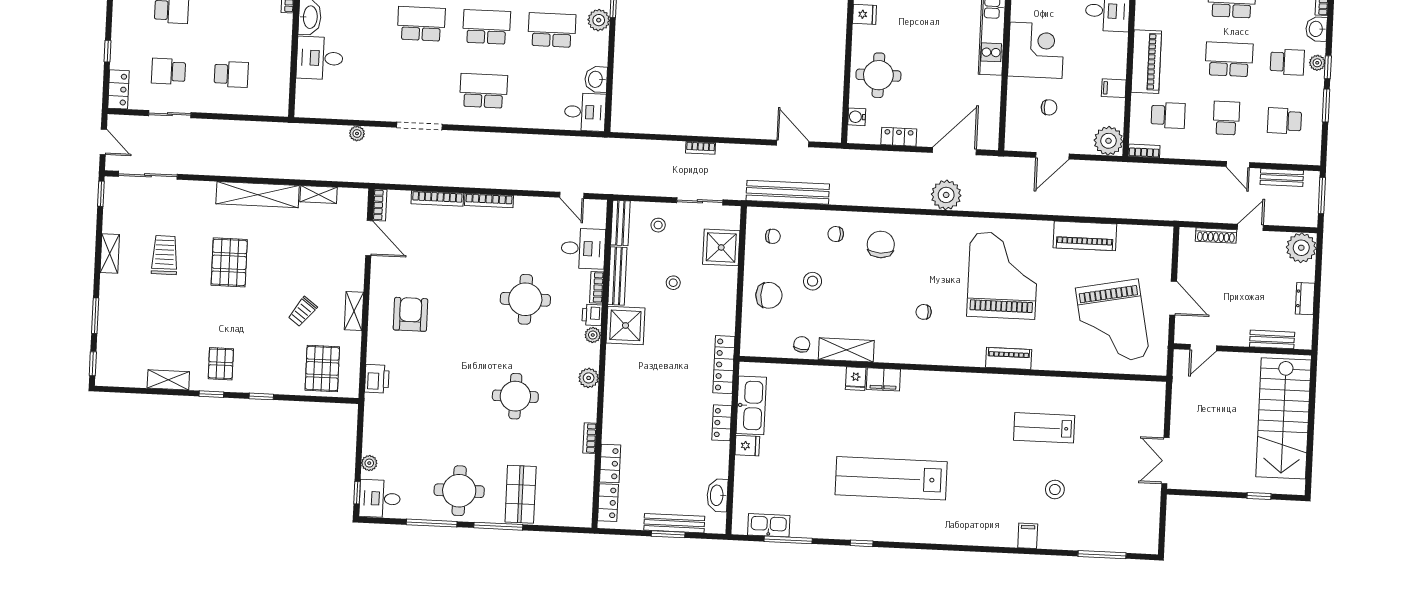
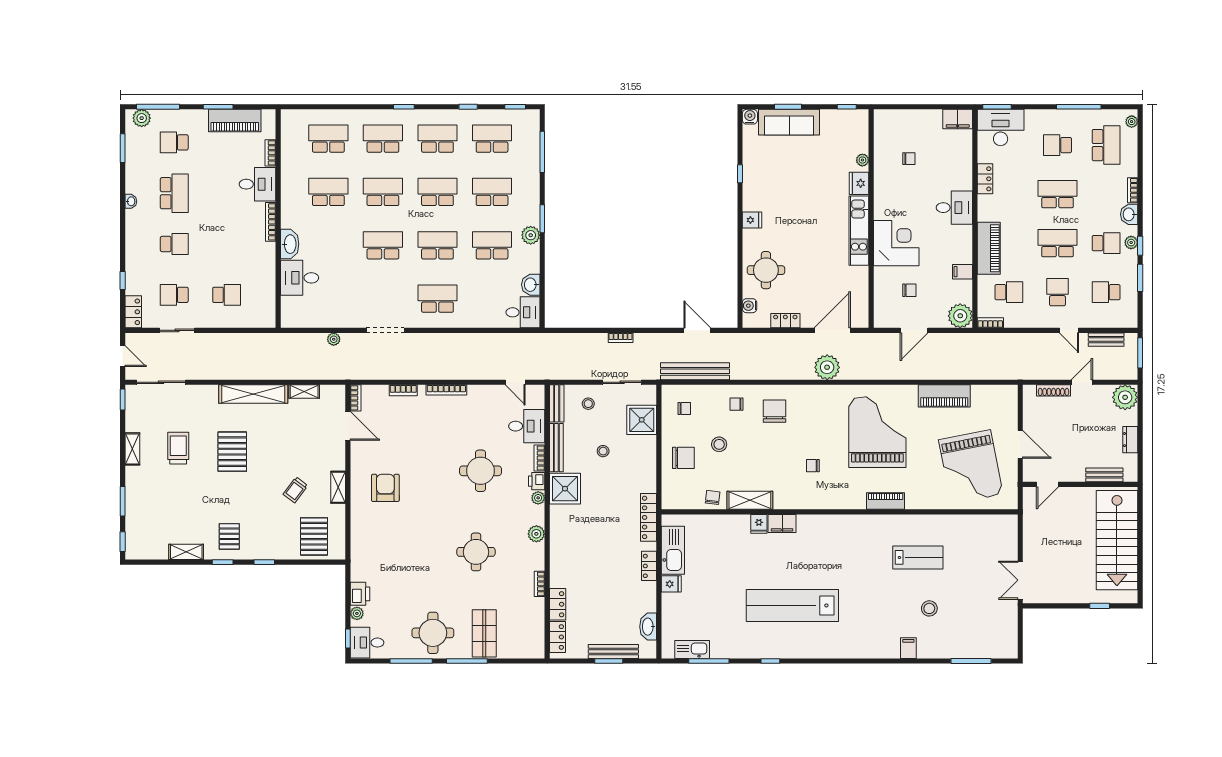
bookcase: (437, 198) -> (403, 390), width x0.64
printer: (377, 379) -> (360, 594), moved
lab bench: (1044, 428) -> (918, 557), turned 180

